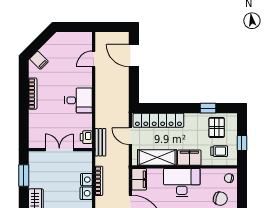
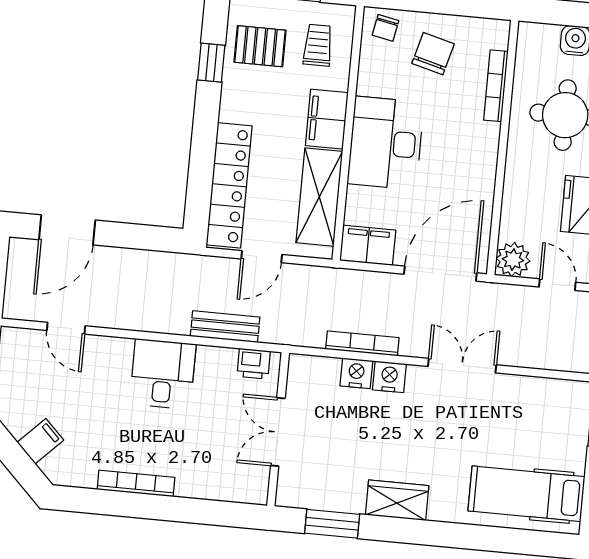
filing cabinet: (39, 60) -> (40, 441), moved
bench: (100, 142) -> (225, 327), moved

